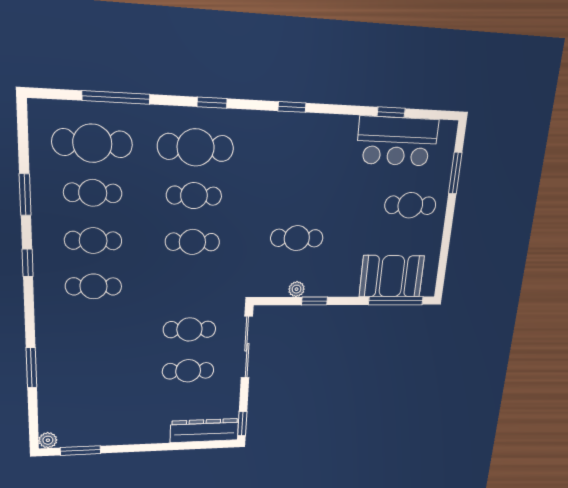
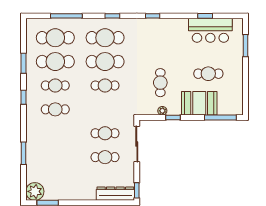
cafe table: (93, 193) -> (55, 62), width x1.37, depth x1.35
cafe table: (194, 196) -> (105, 62), width x1.37, depth x1.35
cafe table: (410, 205) -> (208, 74), moved
cafe table: (297, 238) -> (160, 83), turned 90
booth: (392, 276) -> (199, 103), moved
plant: (48, 440) -> (35, 191), width x1.87, depth x1.87

